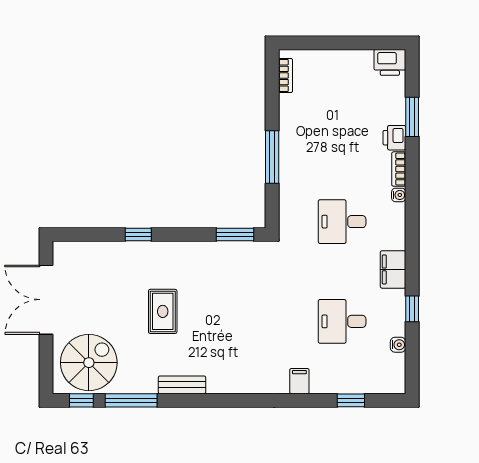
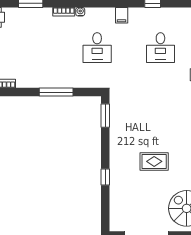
printer: (394, 138) -> (44, 14), removed
filing cabinet: (393, 269) -> (122, 15), width x0.50
water cooler: (398, 345) -> (175, 12), removed

